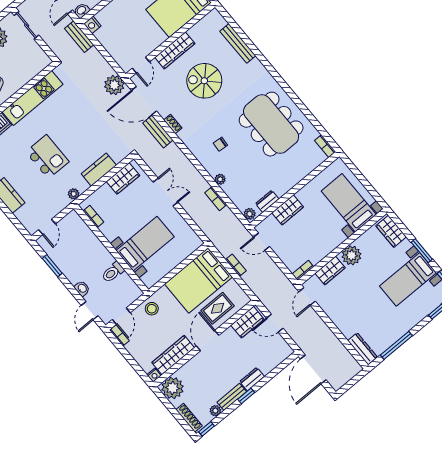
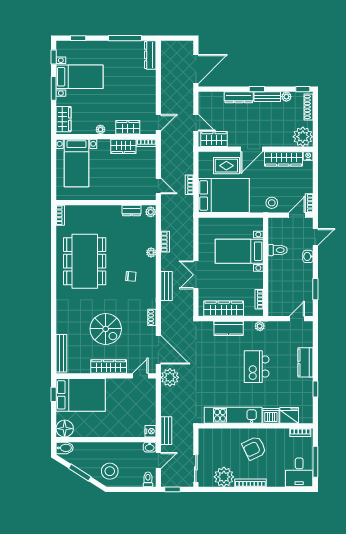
bench: (238, 43) -> (61, 353), moved
bench: (158, 132) -> (166, 286), moved
wardrobe: (123, 178) -> (224, 308), width x1.50
wardrobe: (288, 210) -> (123, 146), moved, turned 180
plant: (351, 255) -> (100, 129), width x0.53, depth x0.53
dresser: (252, 379) -> (239, 97), width x1.44

